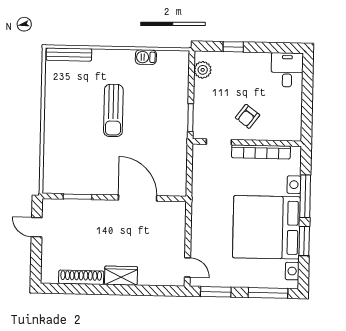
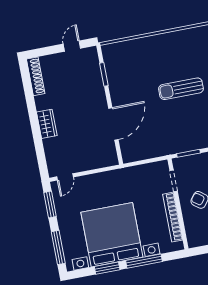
shoe rack: (81, 277) -> (36, 76), moved

